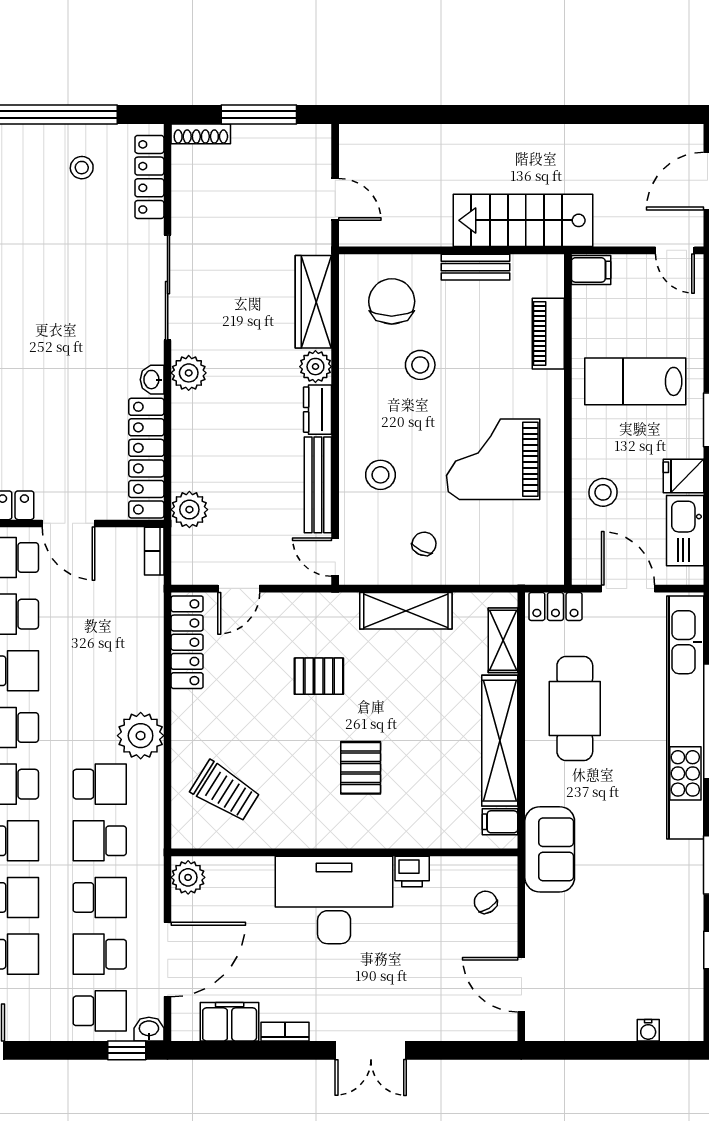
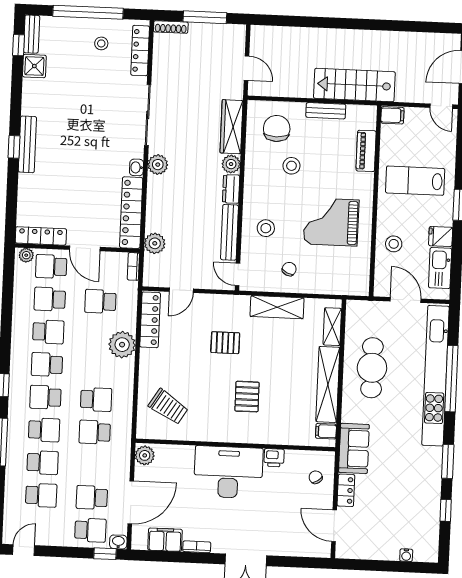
locker: (555, 606) -> (346, 490), moved, turned -90
plant: (141, 736) -> (122, 345), moved
school desk: (100, 897) -> (100, 301), moved, turned 180

